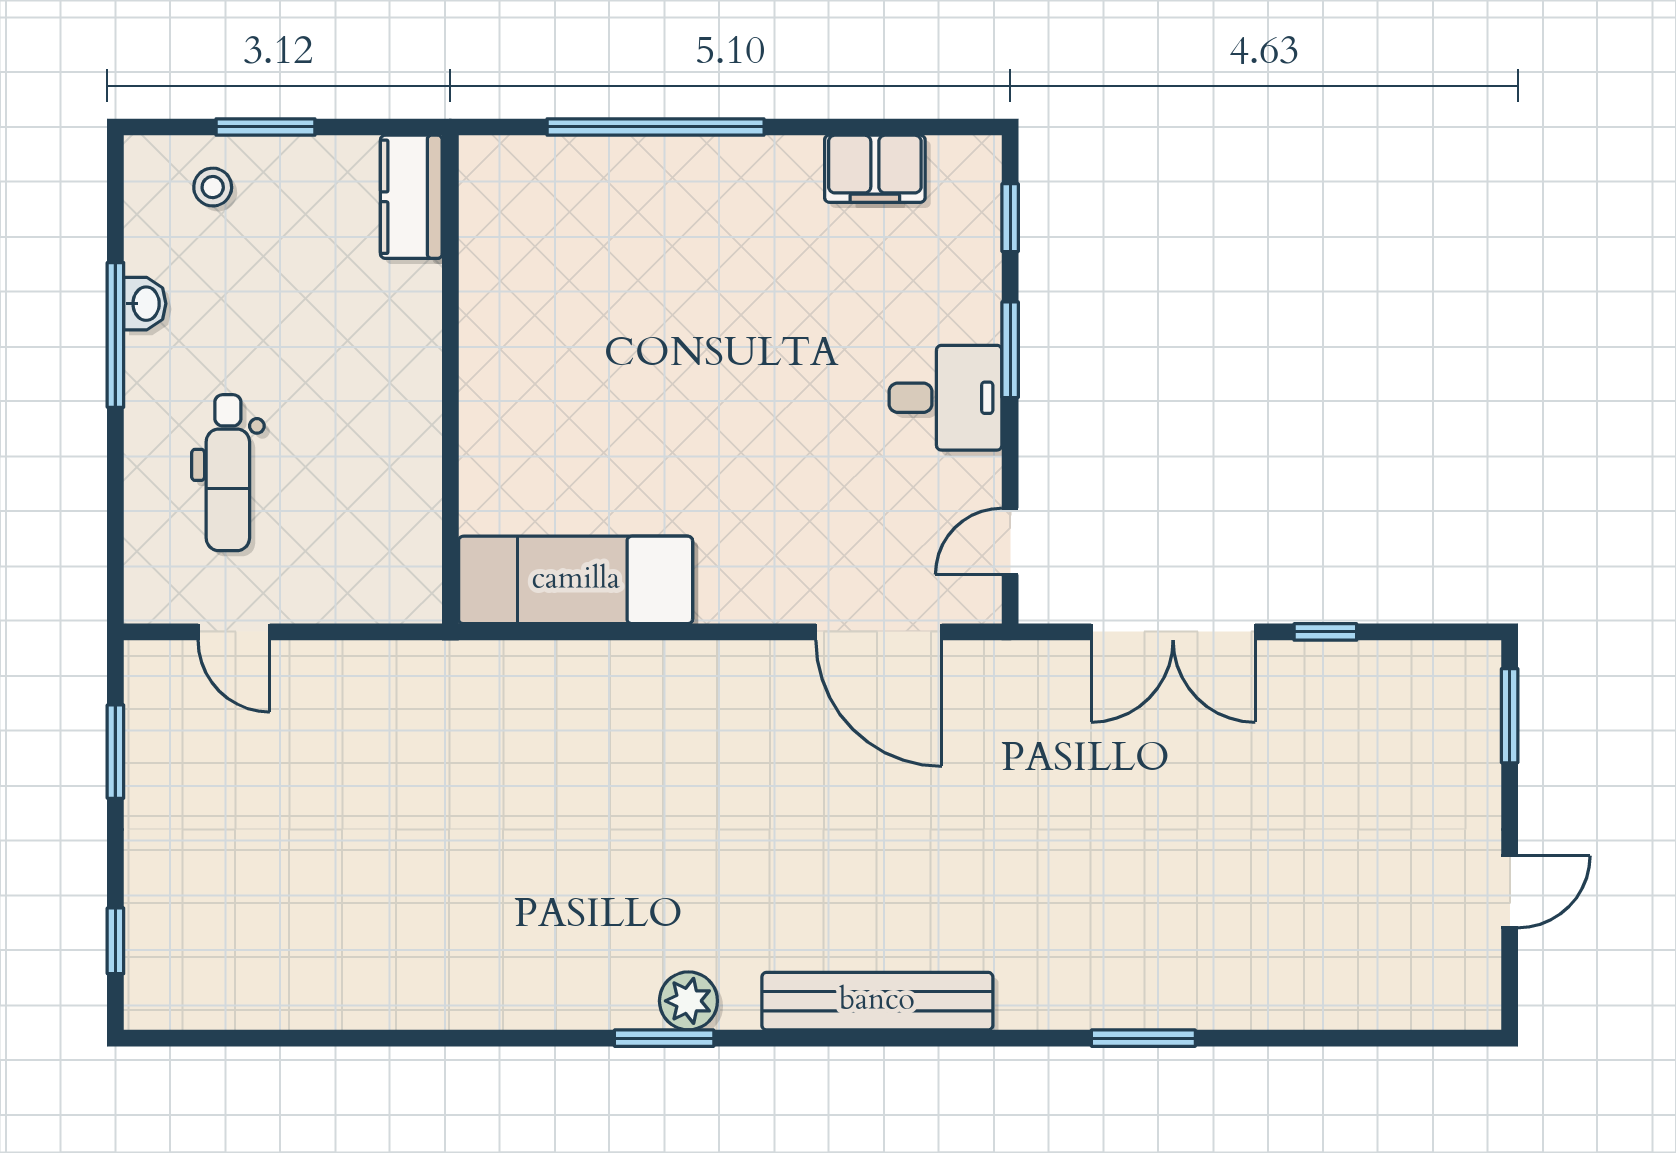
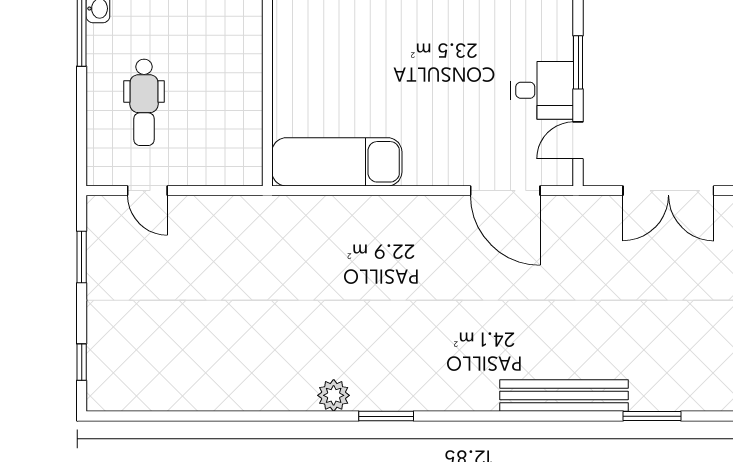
window: (1010, 350) -> (578, 62), moved
desk: (945, 398) -> (542, 90), moved
plant: (688, 1001) -> (334, 395), moved
bench: (877, 1001) -> (564, 396), moved

